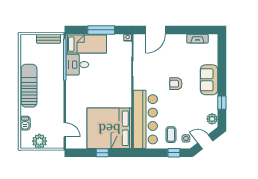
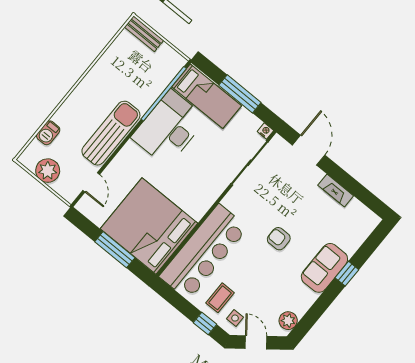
door: (156, 30) -> (309, 150), swing flipped
bench: (48, 39) -> (144, 34), moved
fireplace: (197, 39) -> (336, 190), moved
desk: (77, 65) -> (169, 128), width x1.87, depth x1.30
sun lounger: (29, 86) -> (111, 133), moved
window: (222, 103) -> (347, 274), moved
window: (102, 153) -> (115, 250), width x2.17

